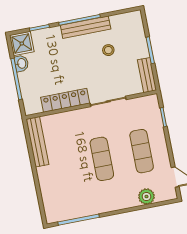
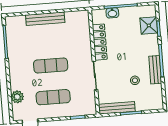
bench: (86, 27) -> (155, 70), width x0.73
shower: (22, 43) -> (149, 25), moved
washbasin: (21, 63) -> (112, 13), moved
bench: (147, 75) -> (117, 108), width x1.36
bench: (37, 142) -> (45, 19), moved

